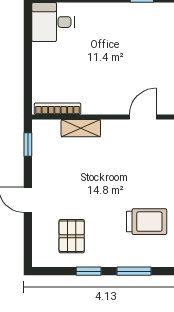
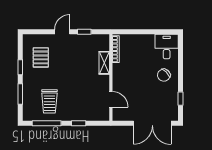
chair: (102, 27) -> (164, 75), added
window: (28, 145) -> (84, 32), moved
pallet: (72, 236) -> (41, 57), turned 90

